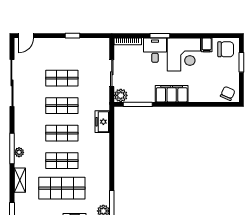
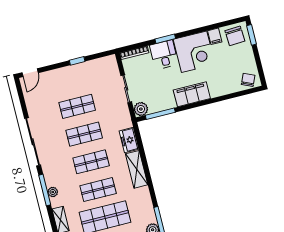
chair: (226, 49) -> (235, 36), turned 87
window: (241, 62) -> (252, 35), moved
sliding door: (12, 83) -> (33, 142), moved
shelving: (103, 151) -> (137, 169), added

